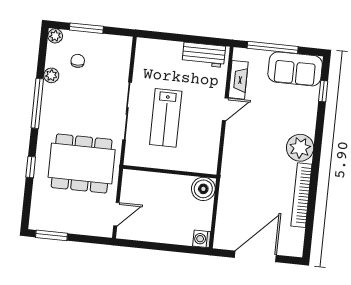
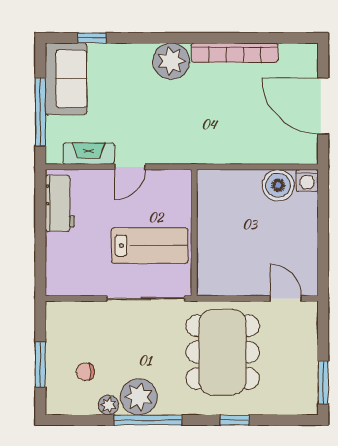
plant: (55, 36) -> (139, 397), moved, width x1.88, depth x1.88
door: (225, 109) -> (130, 167), swing flipped
wall: (170, 172) -> (194, 233), moved
boiler: (203, 189) -> (278, 185), moved

